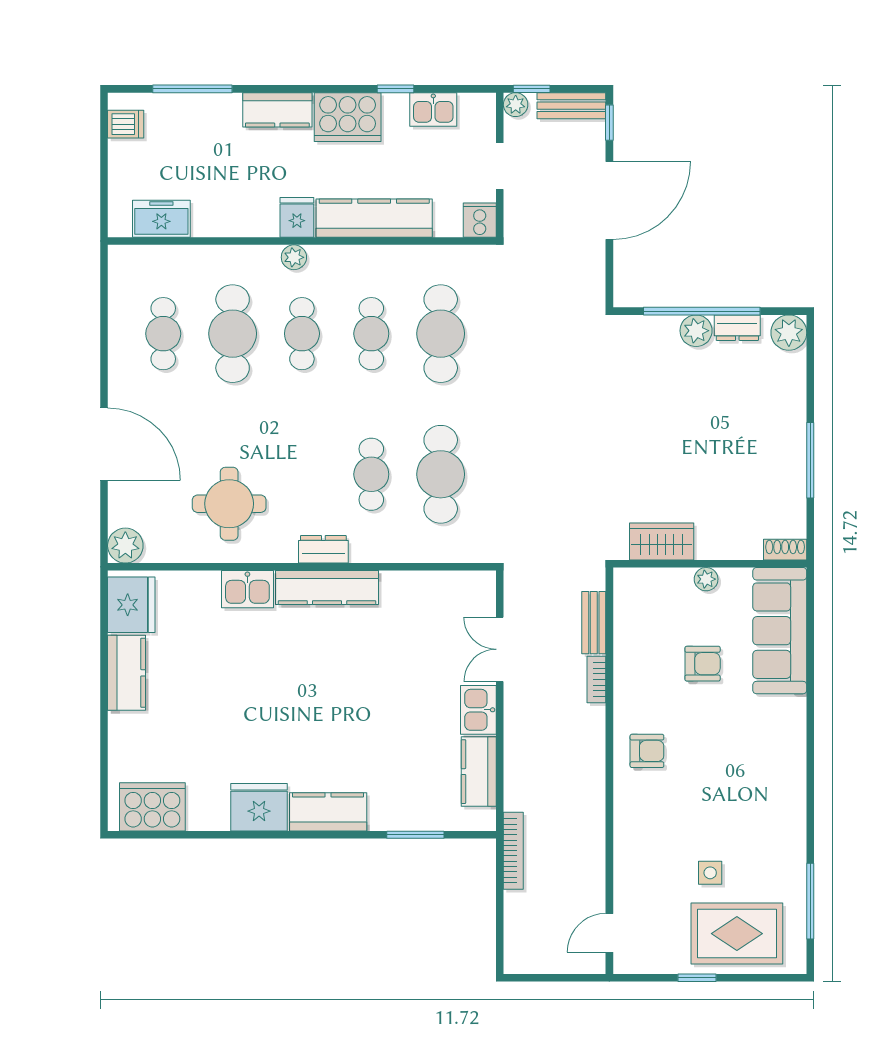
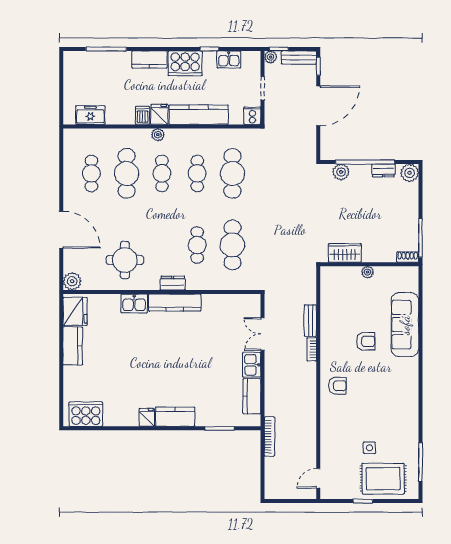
dishwasher: (126, 124) -> (142, 115), moved, turned -90
plant: (696, 331) -> (341, 172), moved
wardrobe: (662, 541) -> (345, 253), moved
shoe rack: (785, 550) -> (408, 257), moved
wall: (710, 564) -> (369, 264), moved
plant: (706, 579) -> (367, 272), moved
fridge: (259, 807) -> (147, 417), width x0.53, depth x0.75

